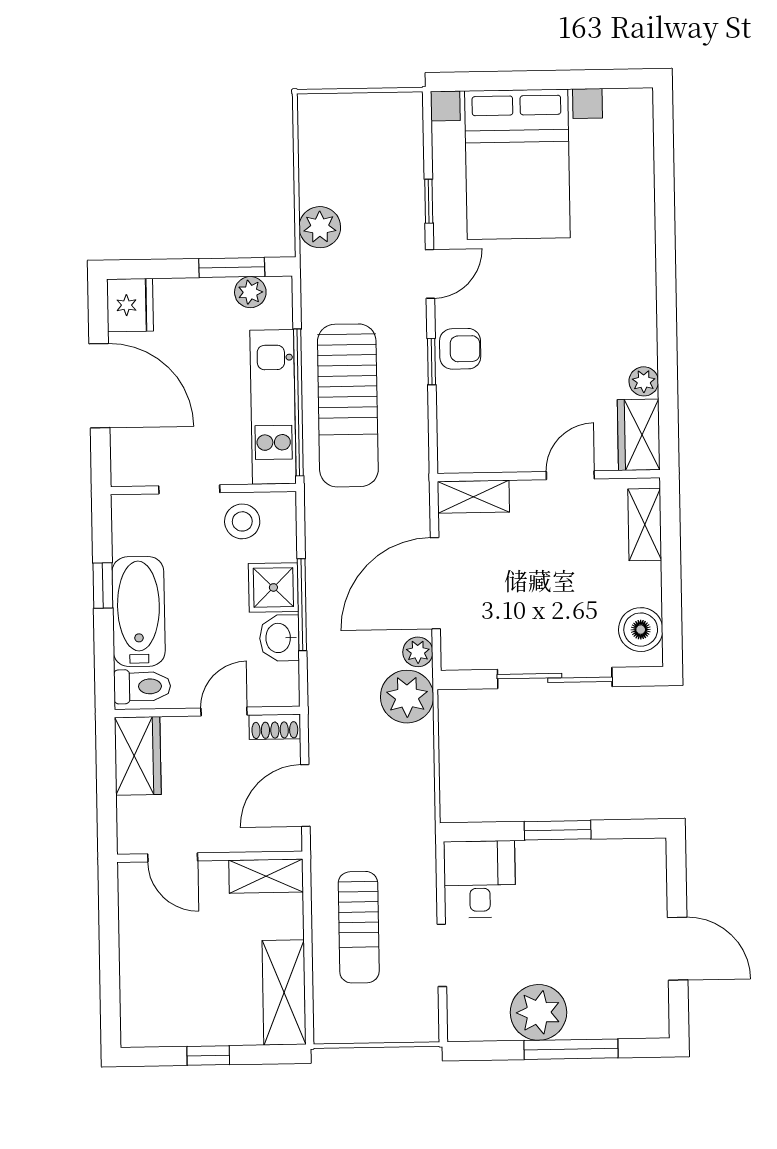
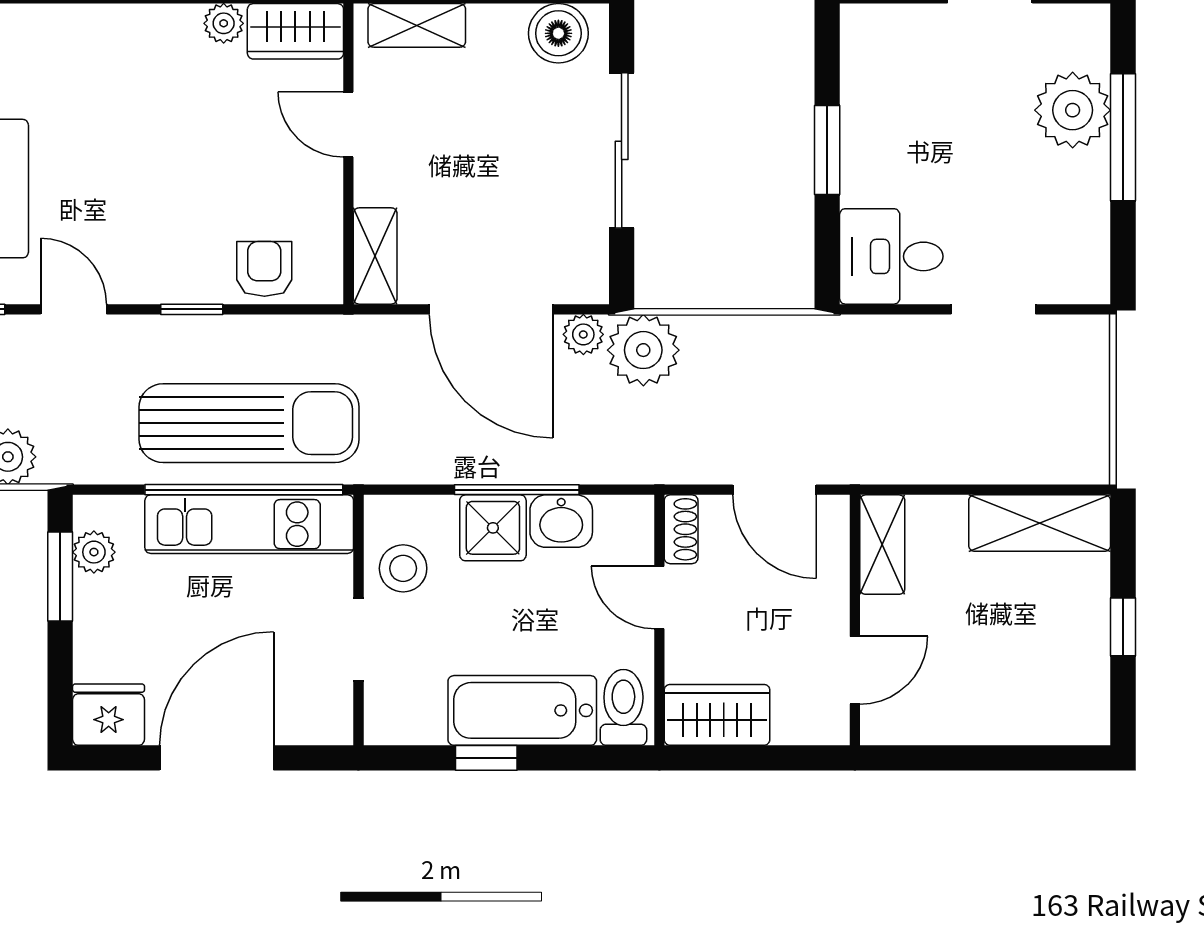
armchair: (460, 349) -> (264, 269), moved
sun lounger: (359, 927) -> (953, 421), removed
plant: (538, 1012) -> (1073, 110), moved

